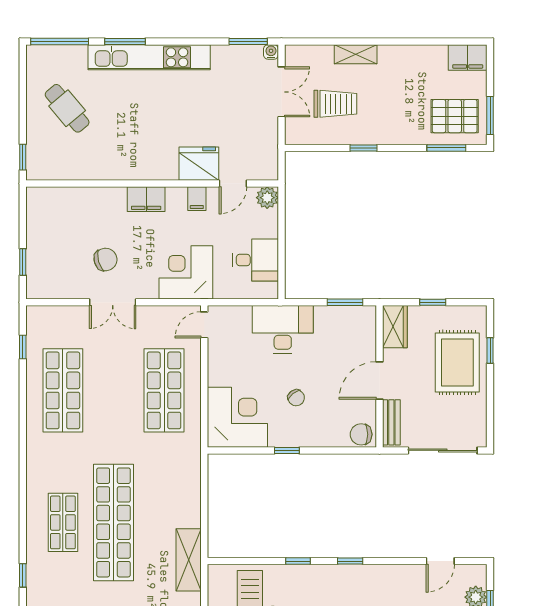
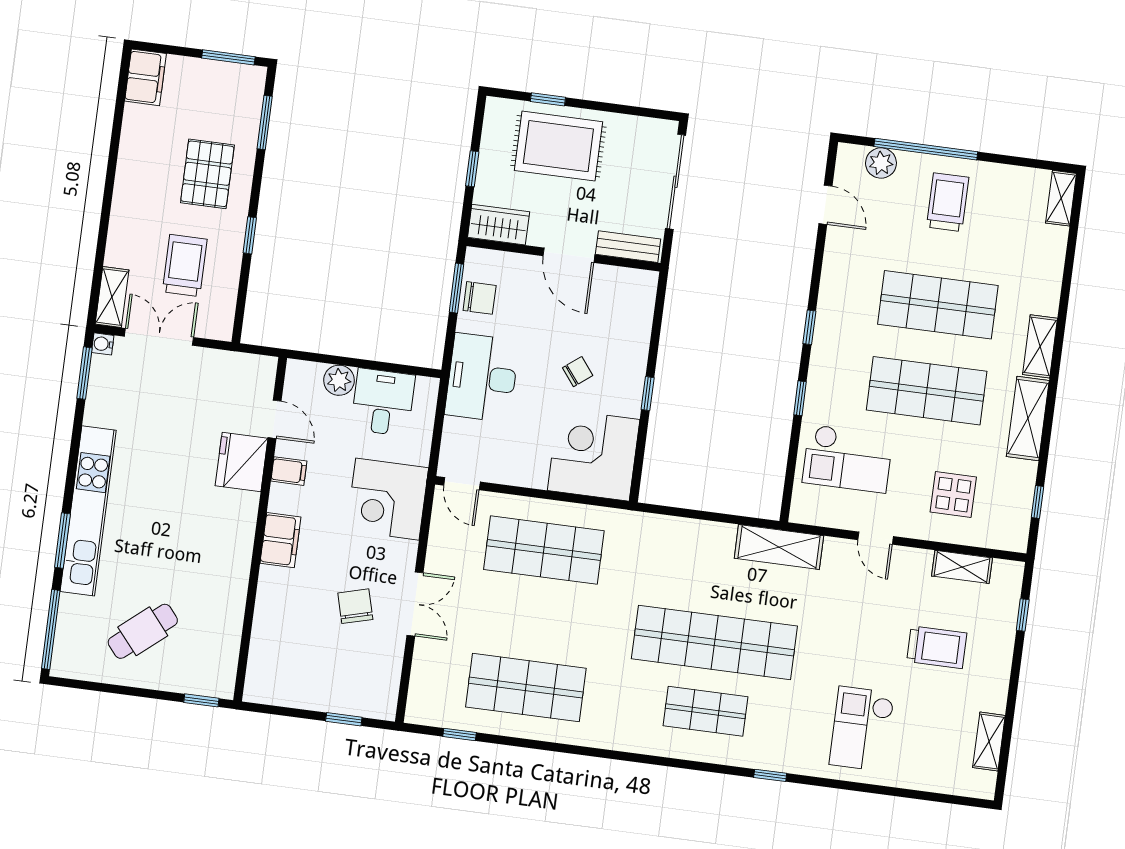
shelving: (356, 54) -> (112, 297), moved
pallet: (455, 116) -> (207, 174), moved
plant: (267, 198) -> (339, 380), moved
chair: (361, 434) -> (480, 298), moved, turned -90

